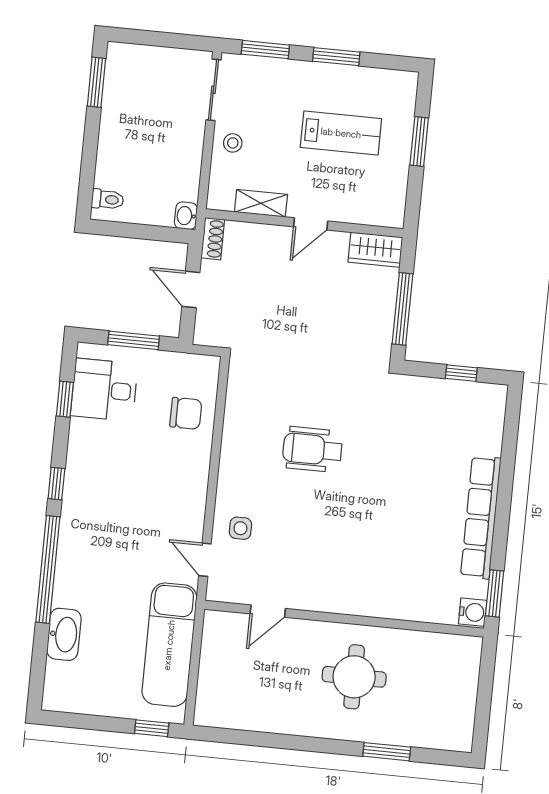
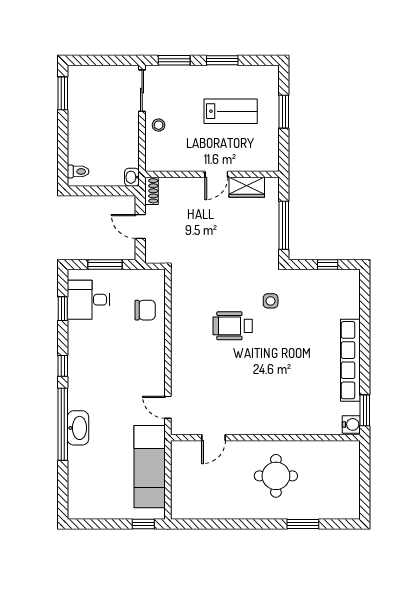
shelving: (261, 203) -> (182, 164), removed
wardrobe: (375, 250) -> (247, 187), moved
side table: (240, 528) -> (271, 301), moved
washbasin: (64, 634) -> (78, 428), moved

